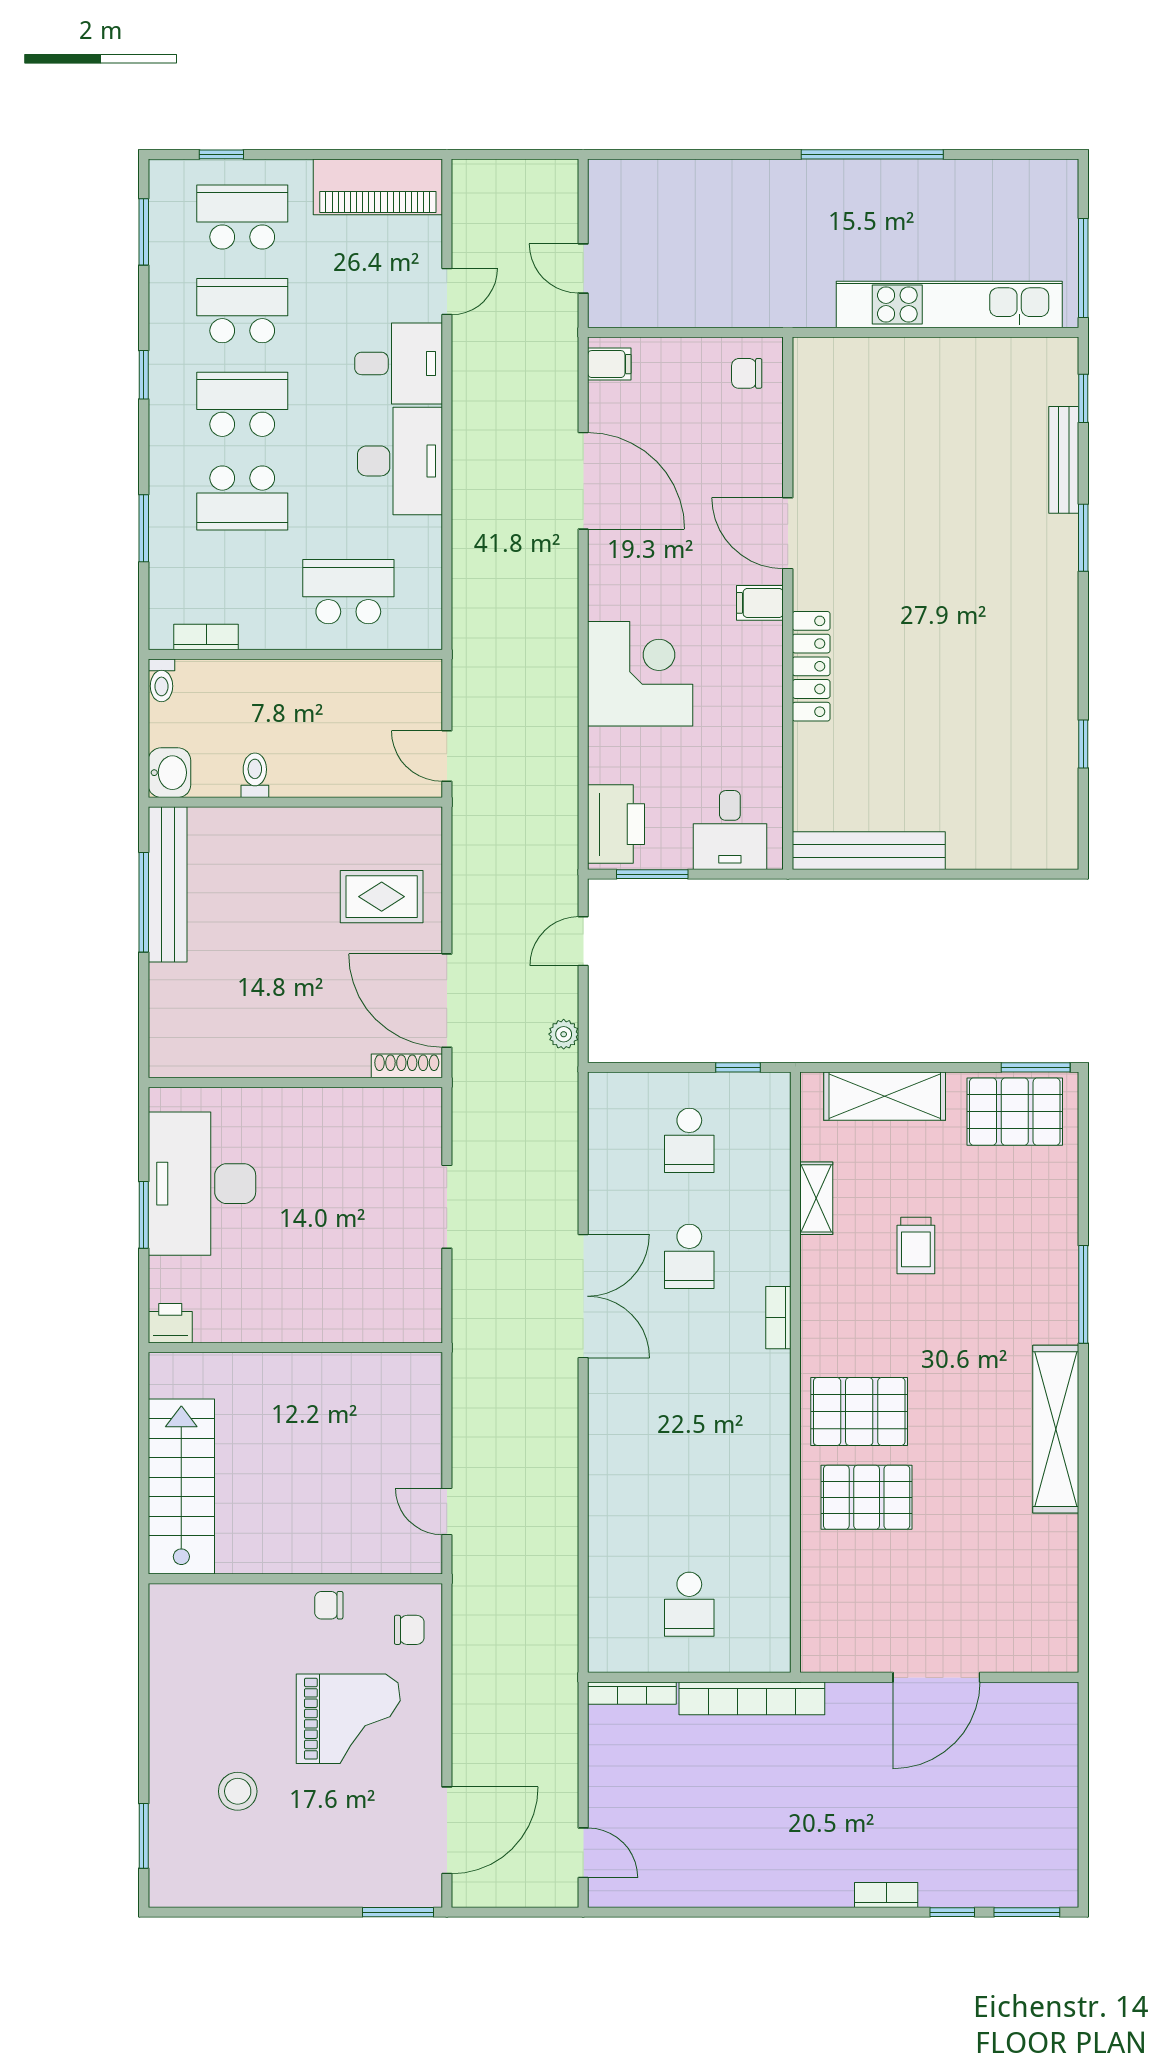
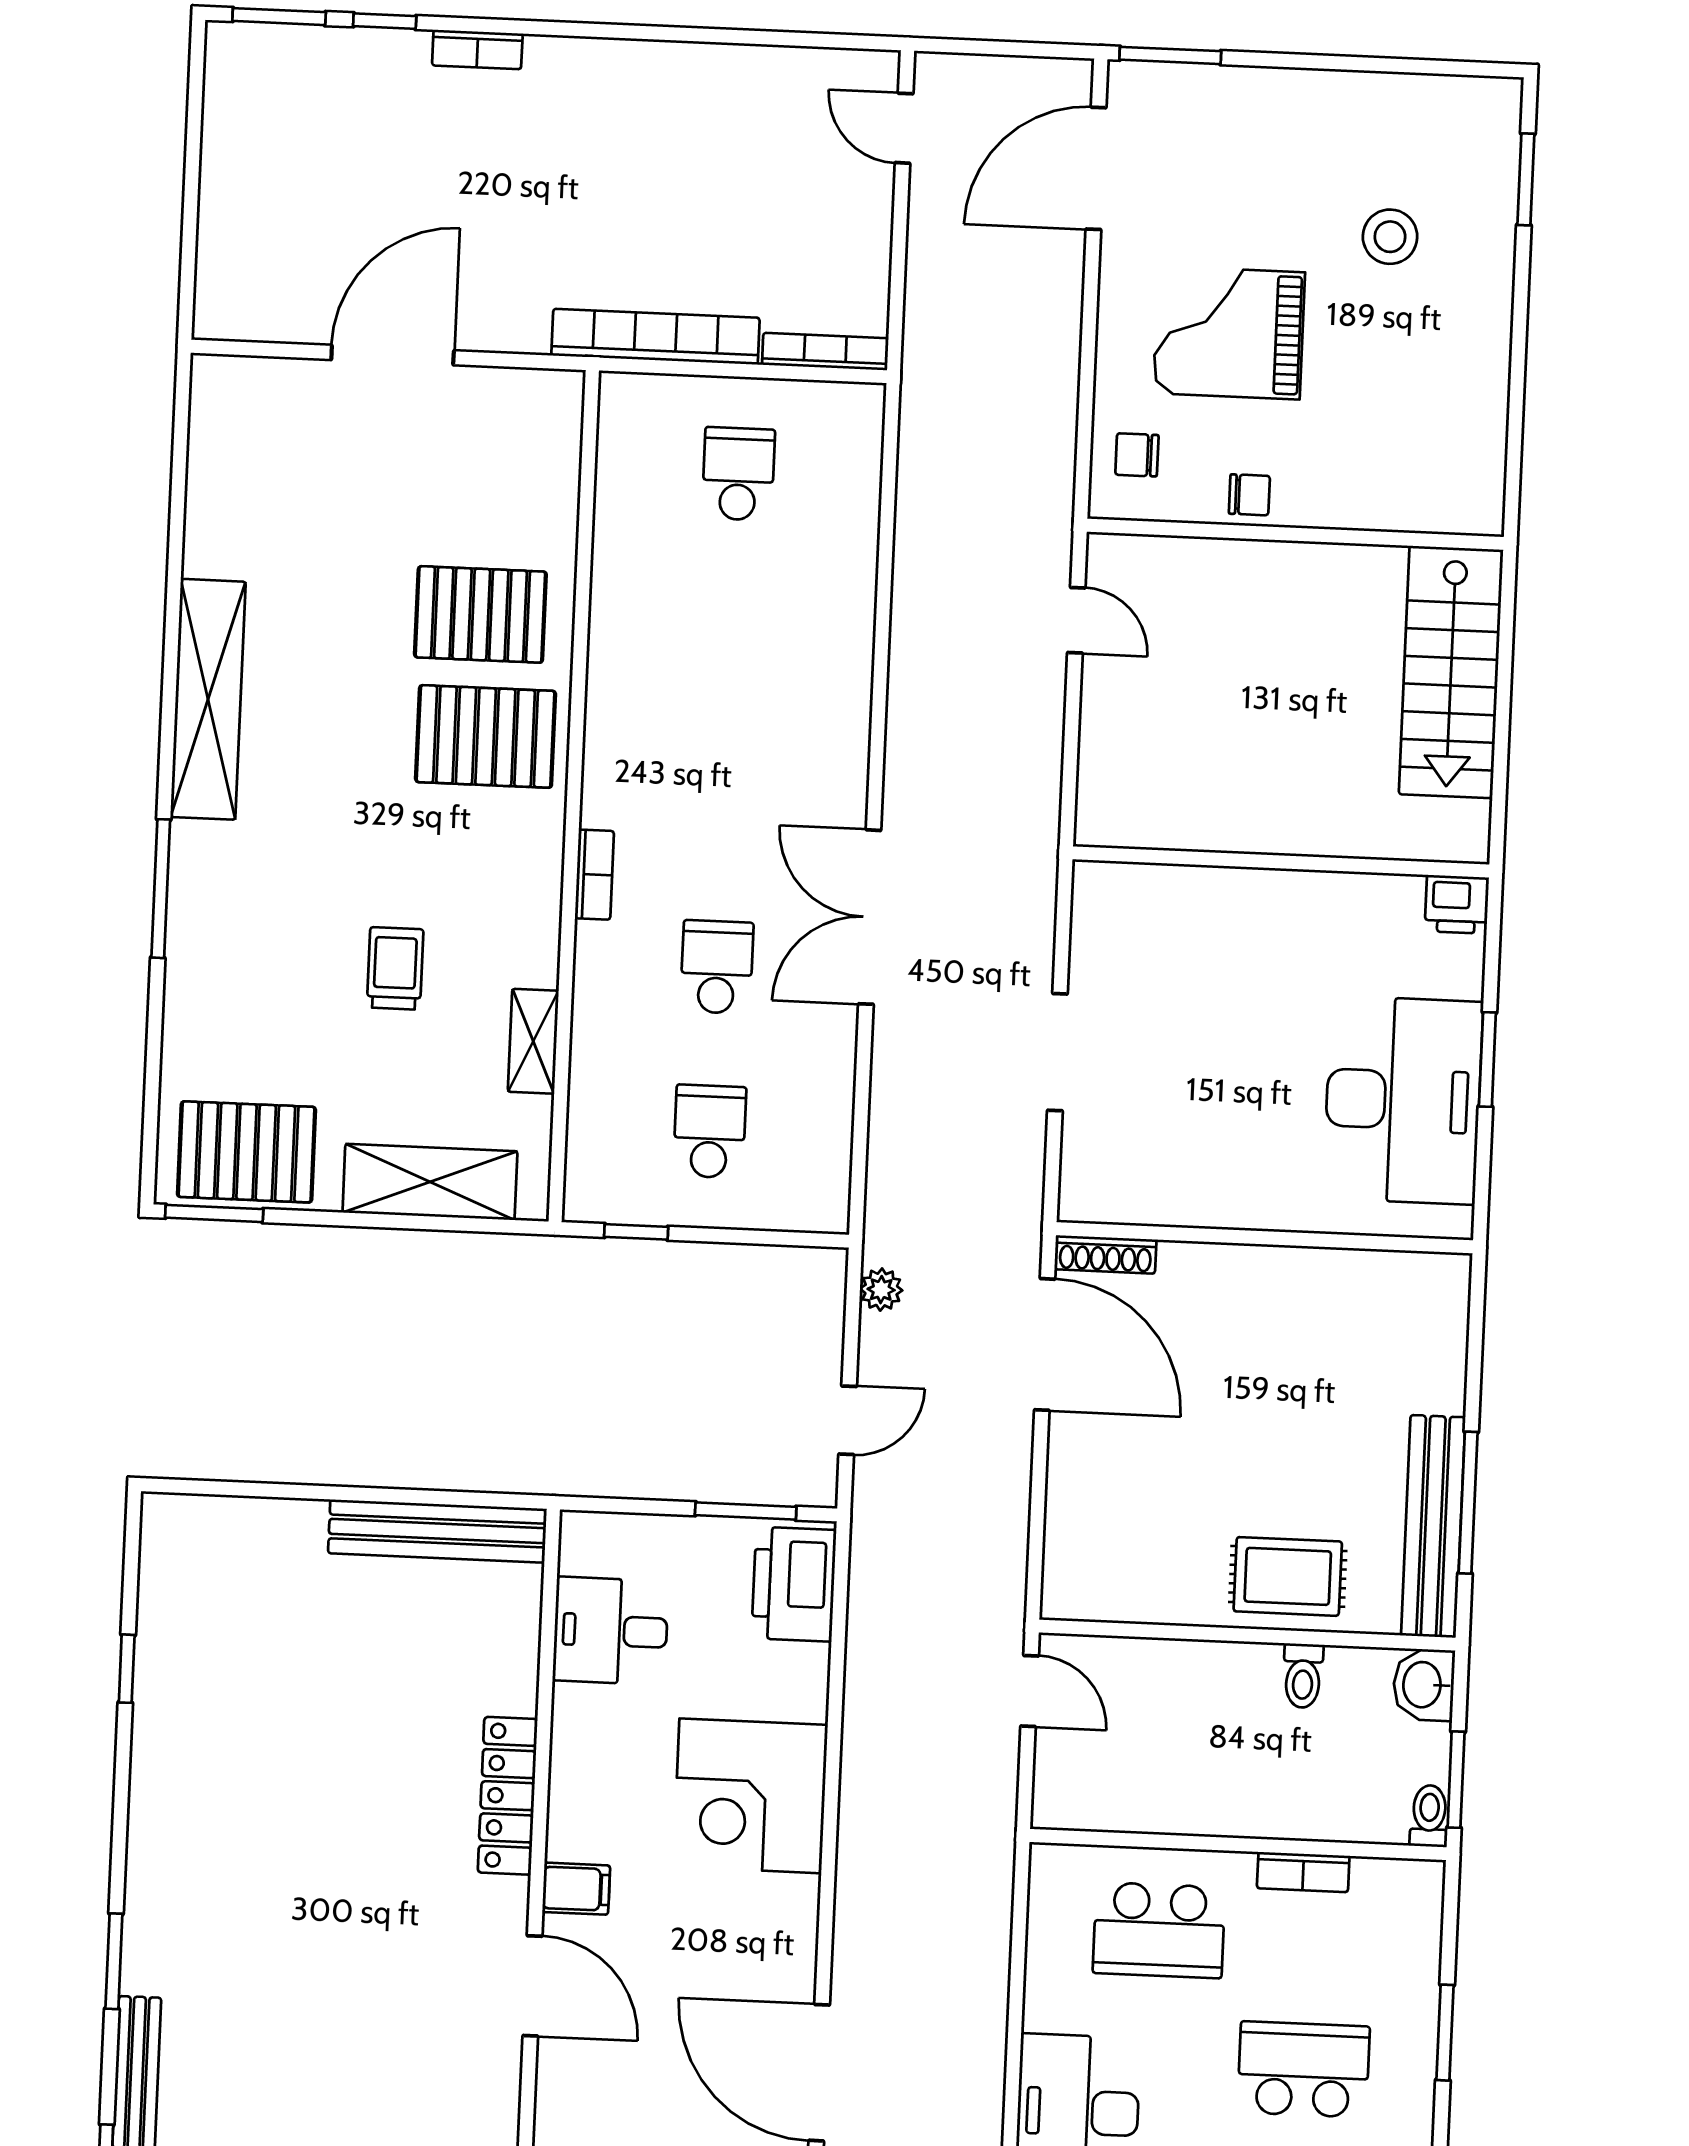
bookcase: (206, 637) -> (1303, 1872), moved
window: (144, 707) -> (1456, 1780), added
desk: (730, 830) -> (611, 1631), moved, turned -90
rug: (382, 897) -> (1288, 1576), moved

